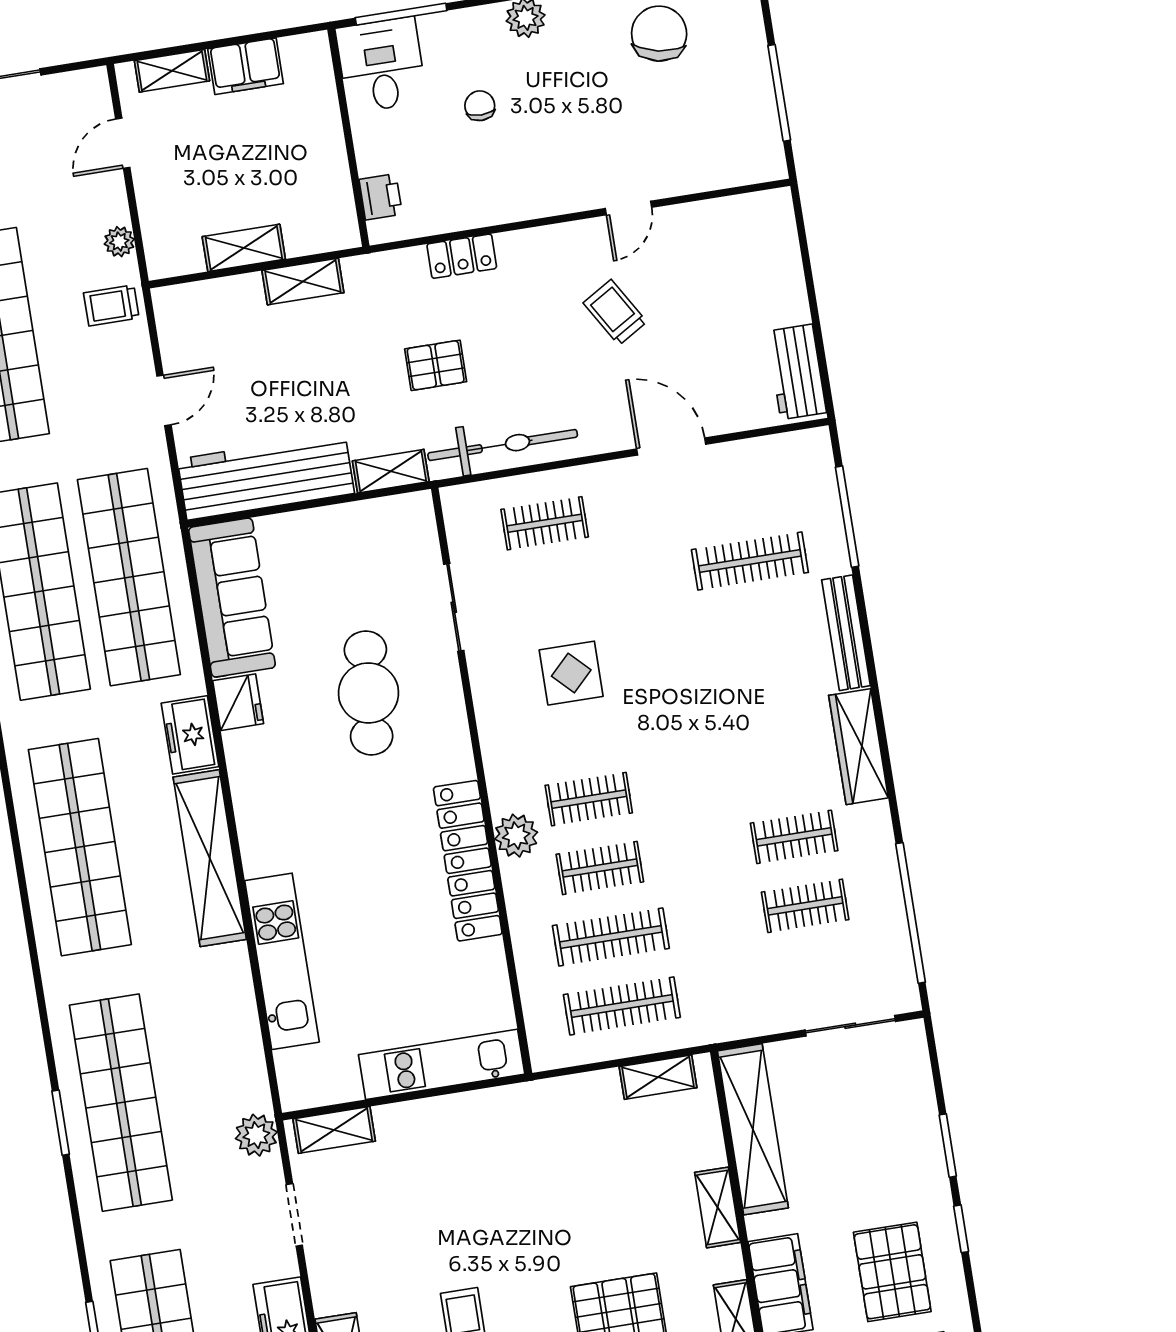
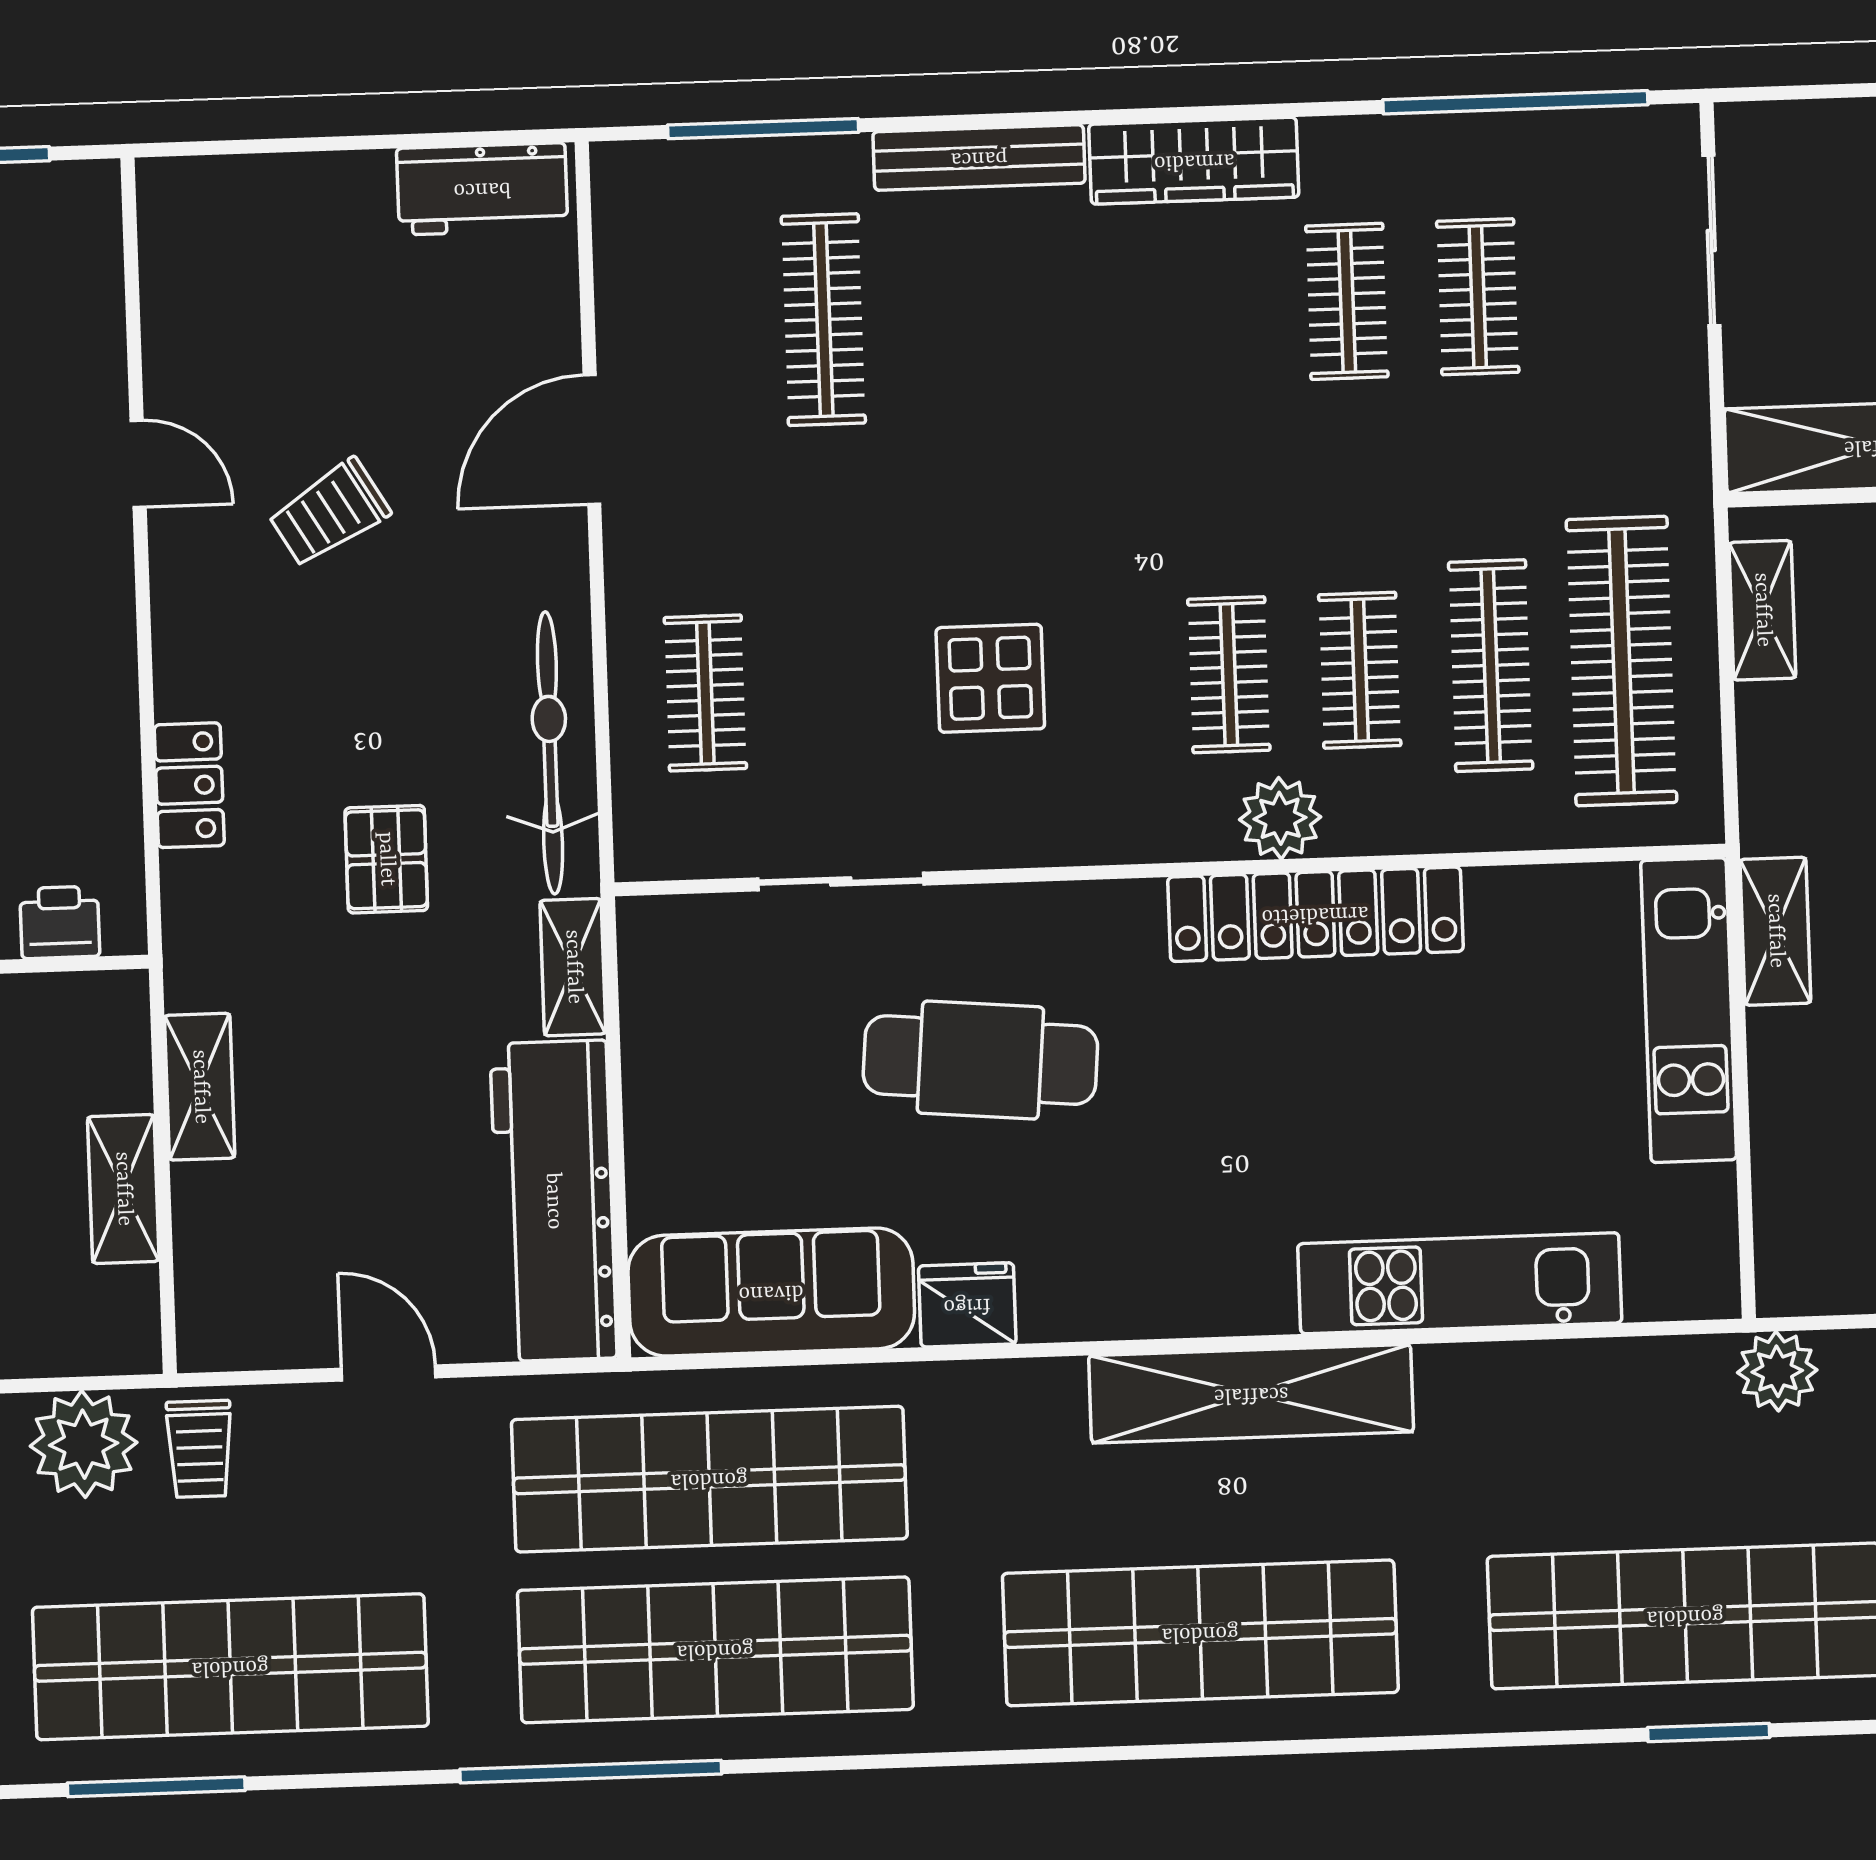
plant: (119, 242) -> (84, 1444), width x1.88, depth x1.88
freezer: (190, 735) -> (1017, 1402), removed
clothes rail: (622, 1006) -> (1622, 661), width x1.37, depth x1.31
shelving: (334, 1130) -> (1775, 931), moved

